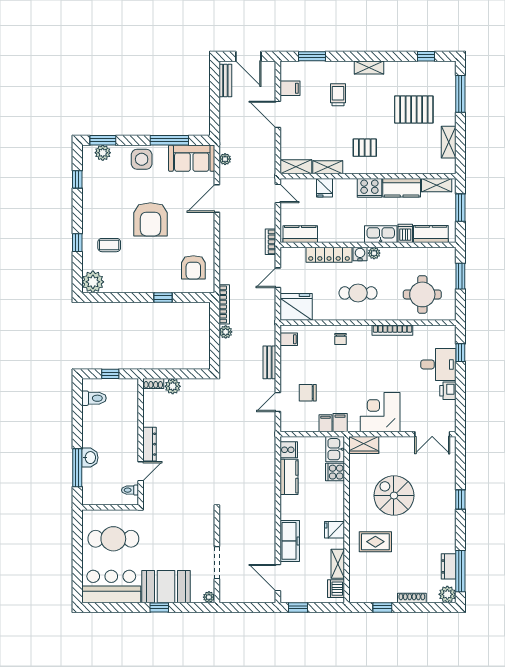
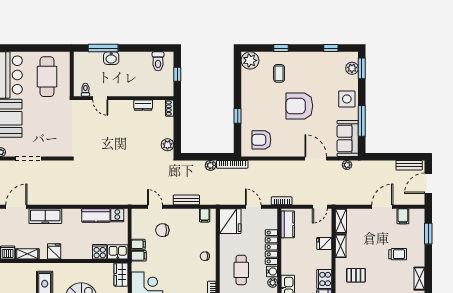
pallet: (365, 148) -> (356, 275), turned 90
plant: (173, 386) -> (167, 145), moved
chair: (308, 393) -> (162, 230), turned -90
dresser: (149, 444) -> (143, 105), moved, width x0.70

